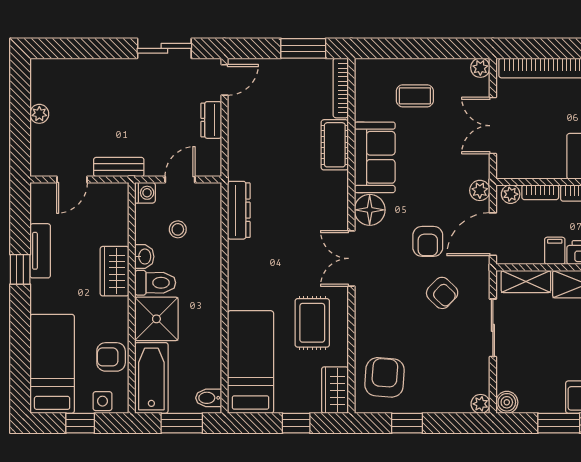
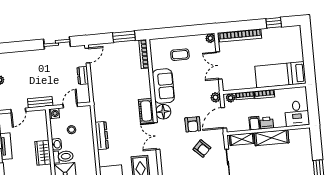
cot: (335, 145) -> (146, 111), moved
dresser: (239, 210) -> (102, 136), moved

